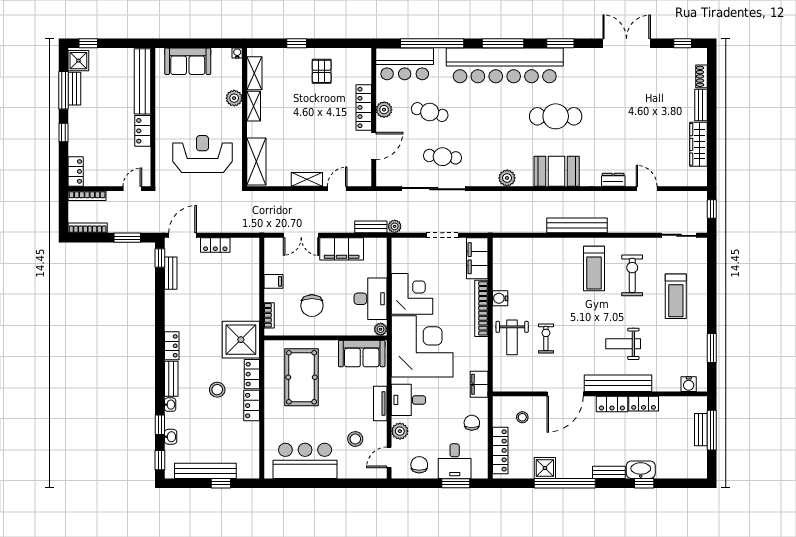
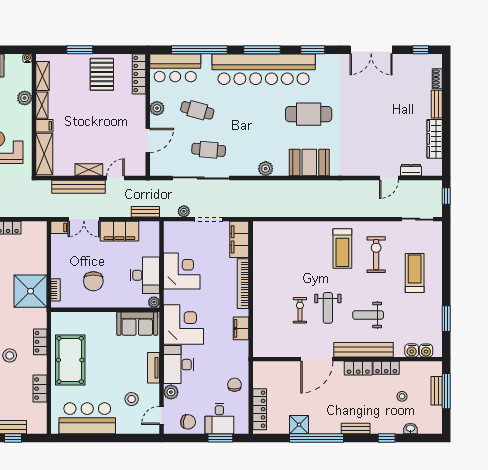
window: (297, 43) -> (80, 50), width x1.50
double door: (627, 43) -> (371, 50), swing flipped
pallet: (322, 71) -> (102, 74), width x1.50, depth x1.42
locker: (364, 107) -> (139, 74), moved
filing cabinet: (256, 129) -> (44, 126), added
dresser: (613, 180) -> (411, 170), moved
door: (647, 189) -> (389, 178), swing flipped
bench: (577, 225) -> (78, 187), moved
plant: (395, 226) -> (184, 211), moved
filing cabinet: (273, 281) -> (59, 227), moved
treadmill: (676, 296) -> (415, 273), turned 180
water cooler: (500, 298) -> (412, 350), moved, turned -90
weight bench: (512, 337) -> (328, 308), moved
shower: (241, 340) -> (31, 291), moved
corner desk: (422, 346) -> (183, 324), width x0.74, depth x0.74
pool table: (302, 377) -> (70, 360), moved
filing cabinet: (479, 384) -> (241, 328), moved
desk: (408, 400) -> (179, 365), width x1.37
locker: (252, 406) -> (40, 389), moved
stool: (522, 417) -> (402, 396), moved
chair: (419, 465) -> (188, 422), turned 98
washbasin: (641, 470) -> (410, 429), moved, width x0.52, depth x0.69

